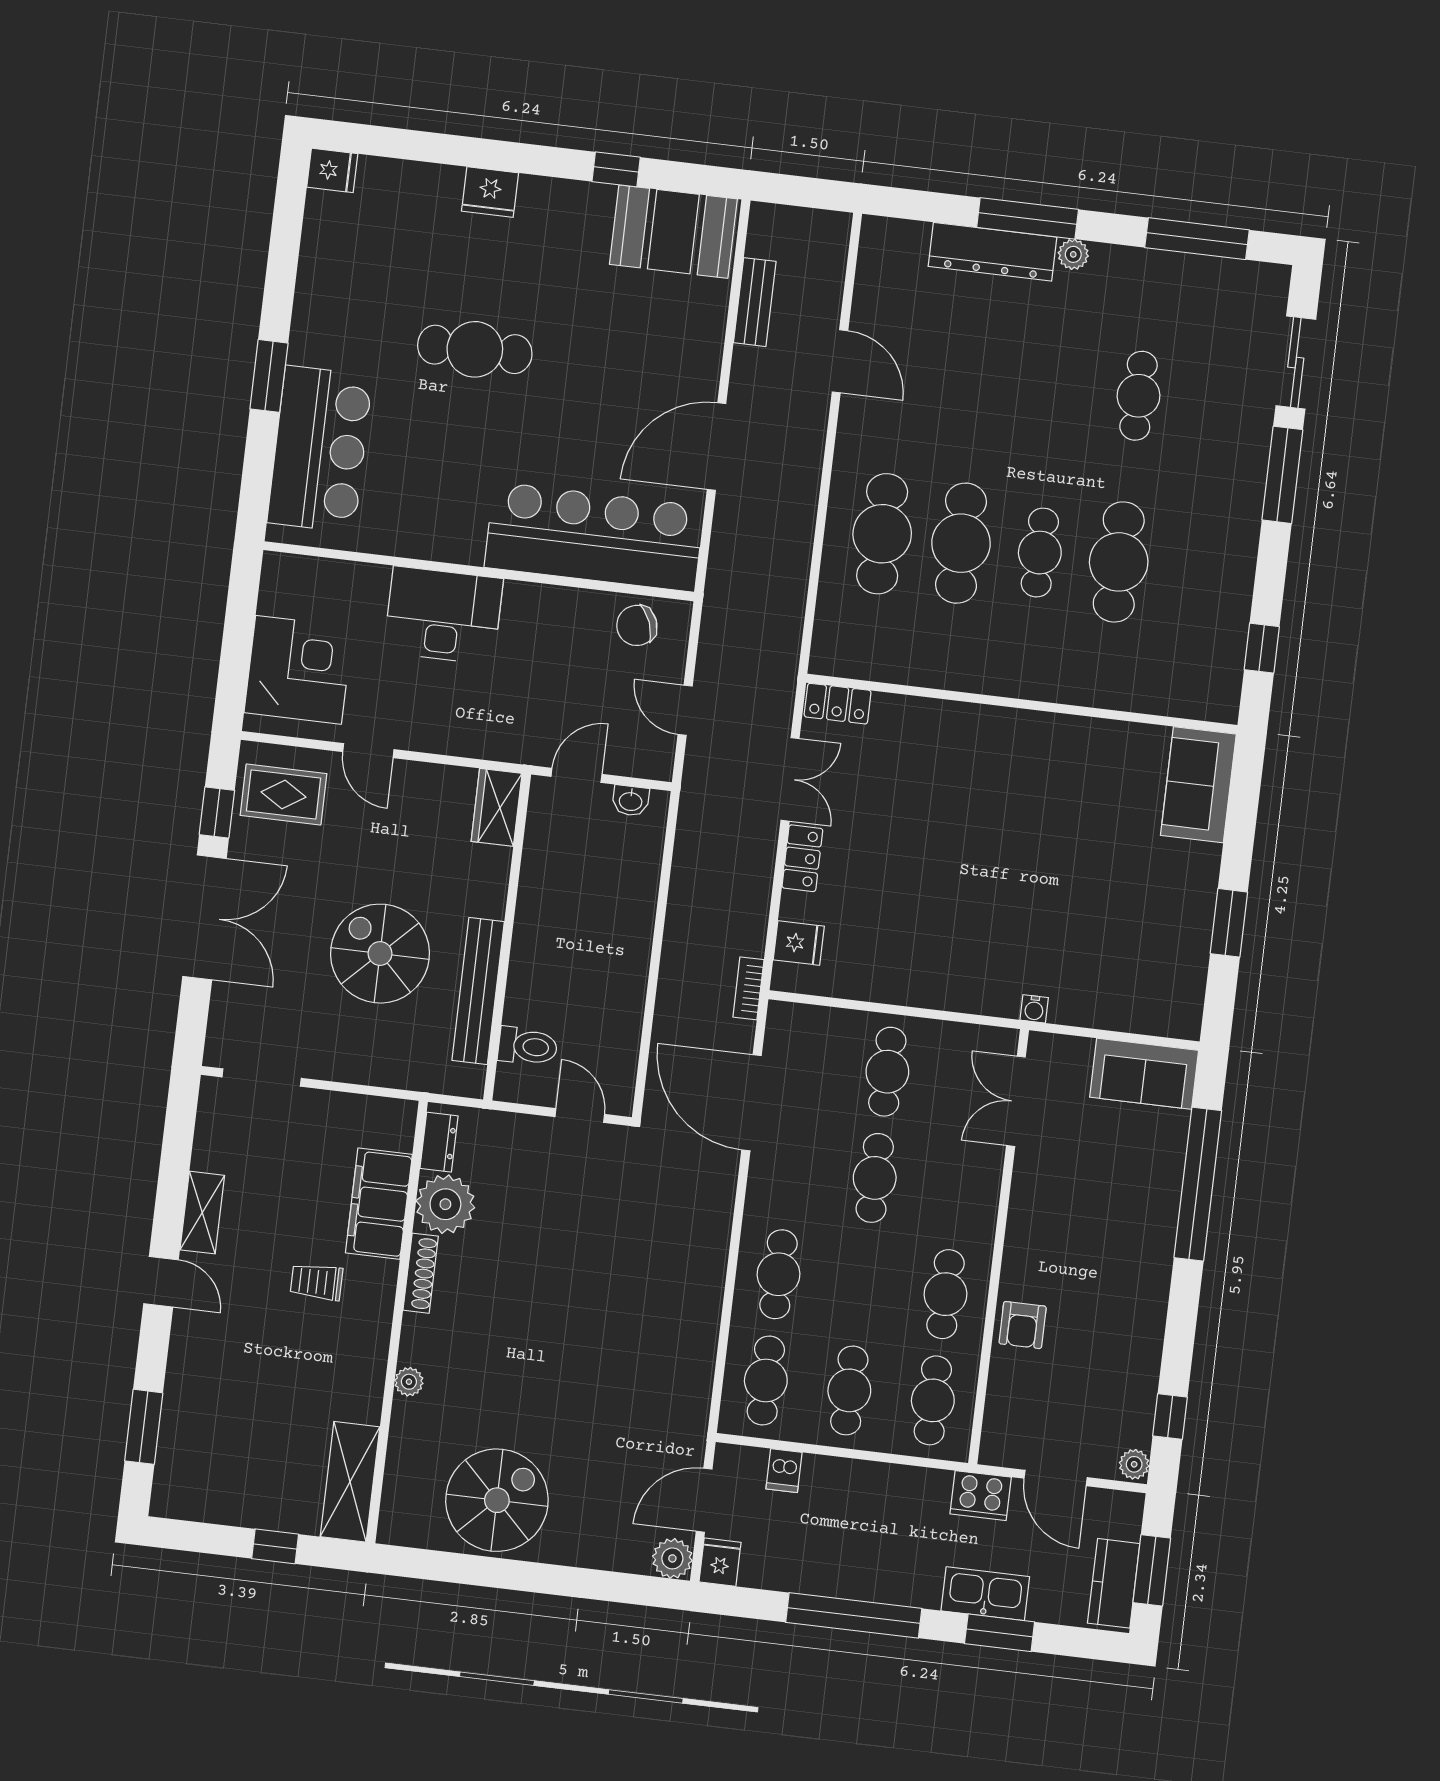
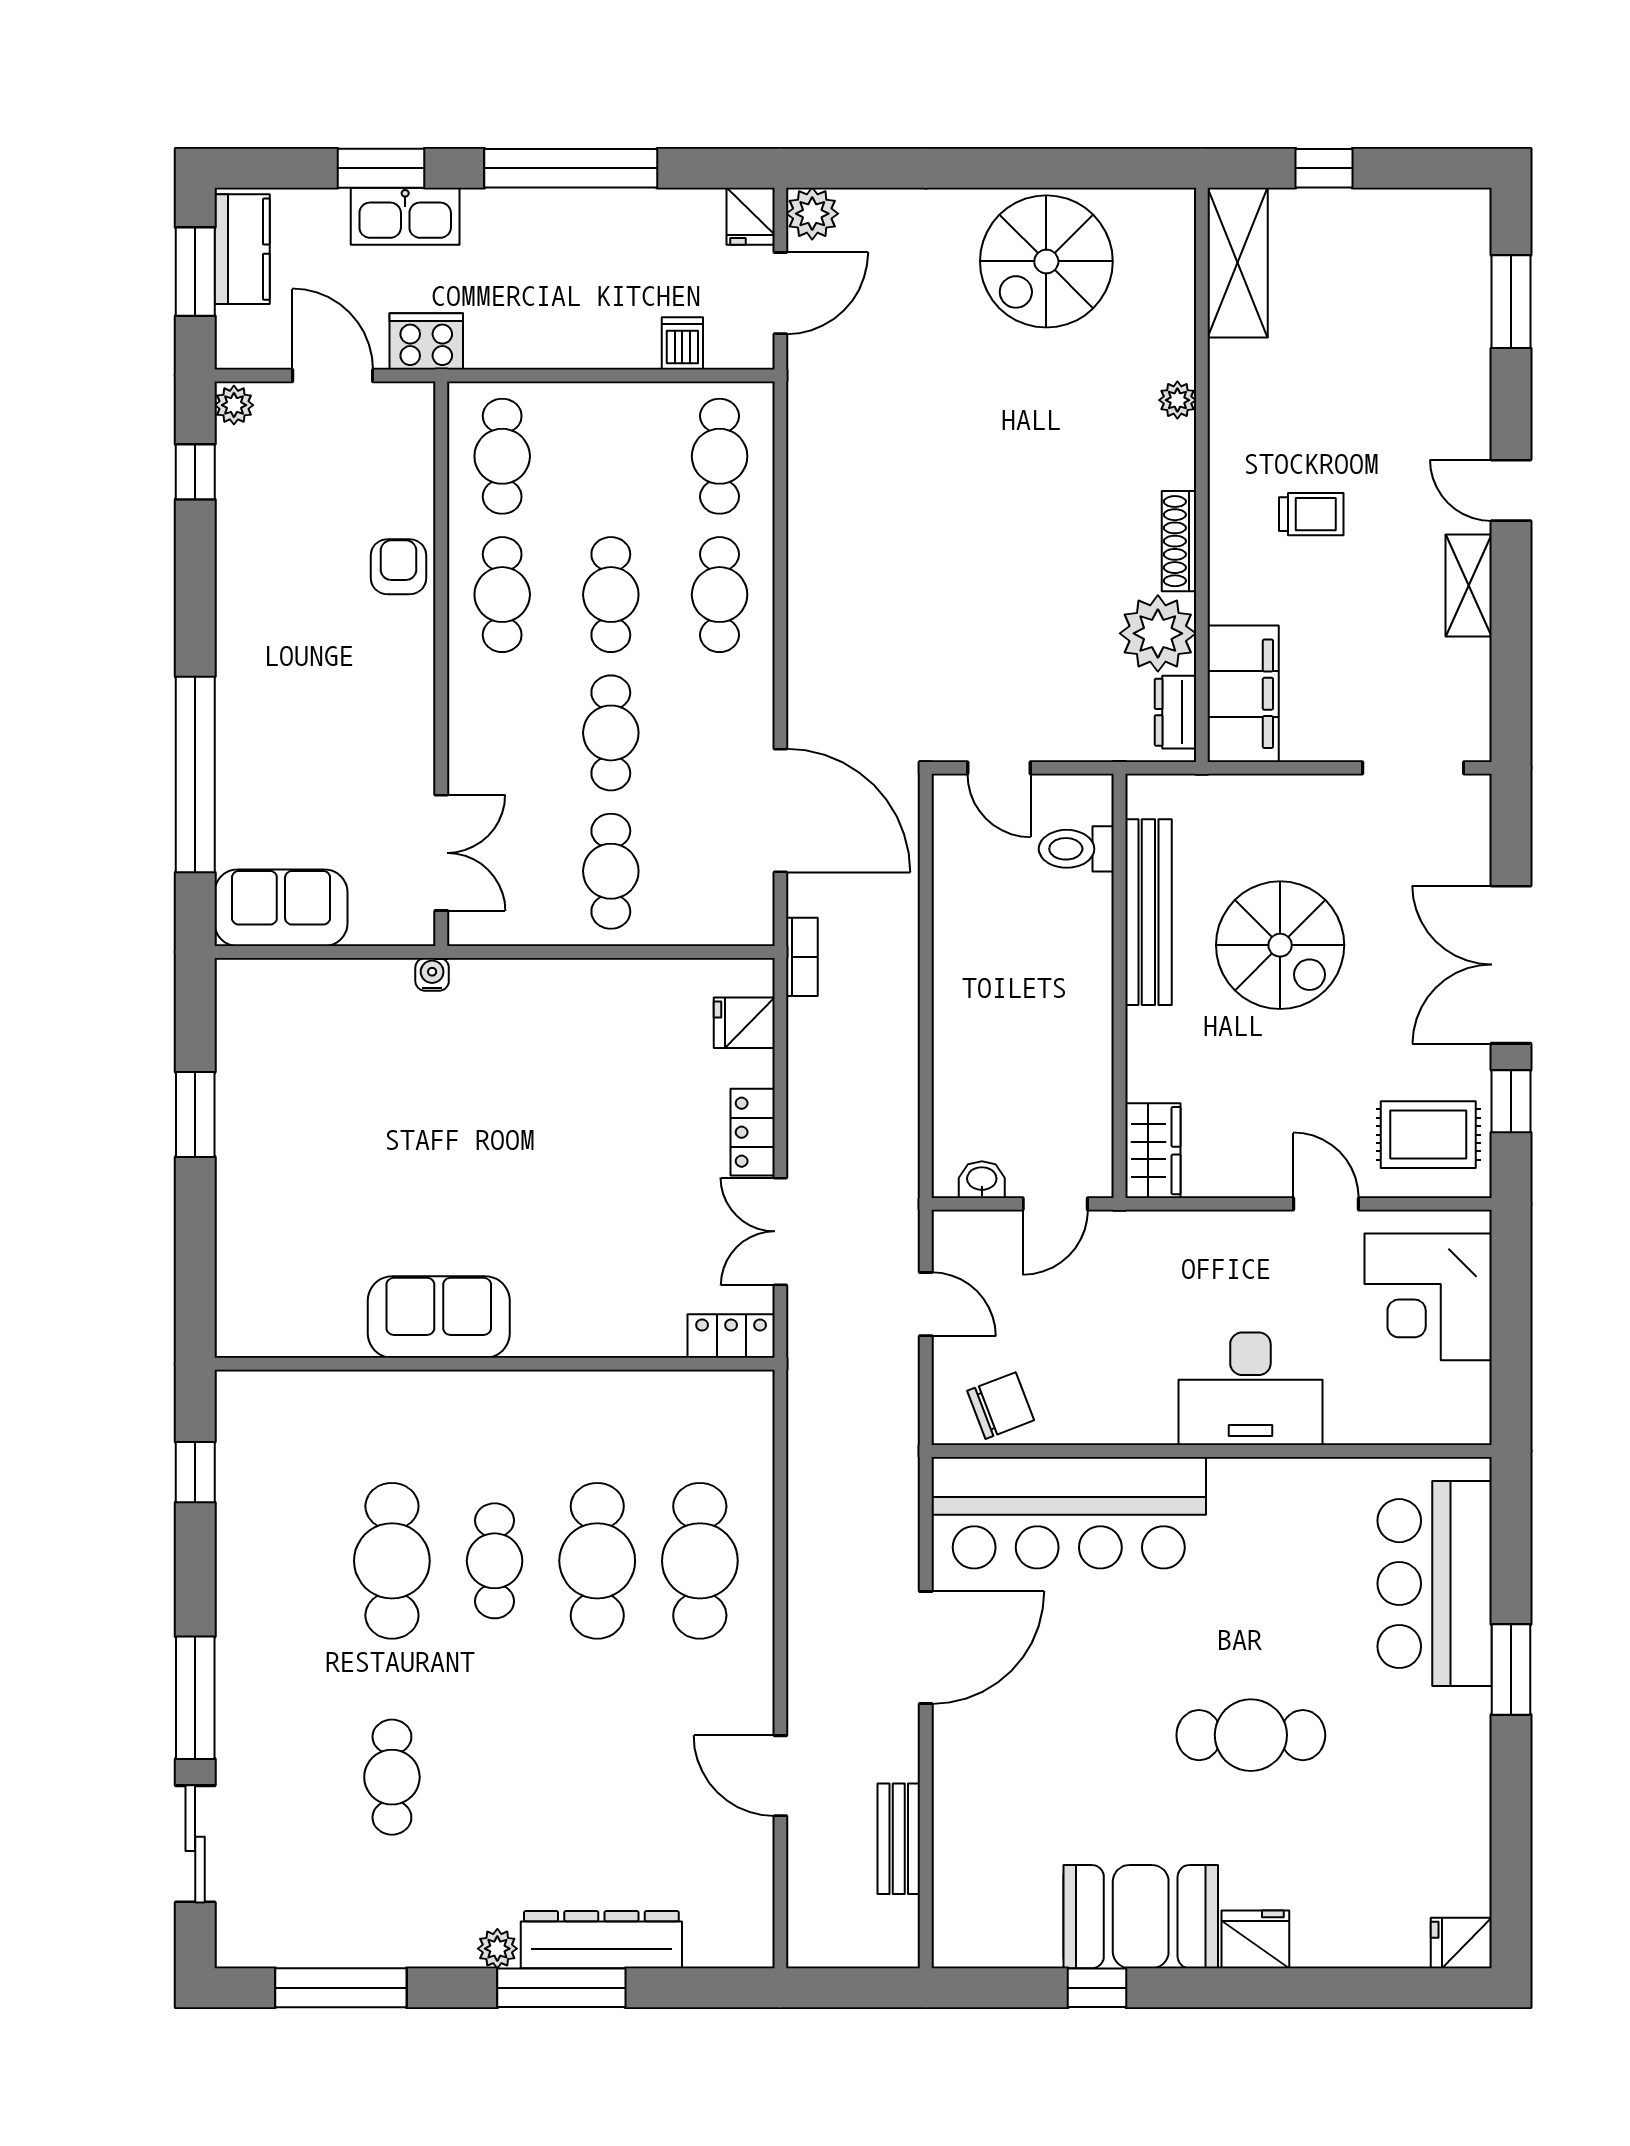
booth: (673, 232) -> (1141, 1917), moved
sofa: (1198, 785) -> (439, 1317), moved, turned -90
filing cabinet: (379, 1204) -> (1243, 694), moved
cafe table: (849, 1390) -> (611, 595), moved

